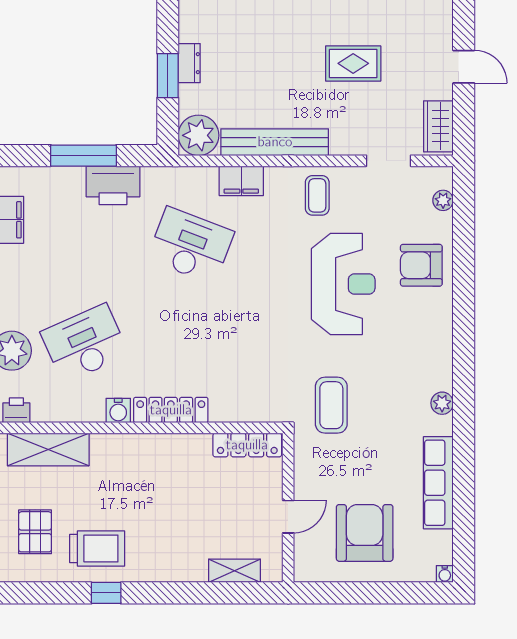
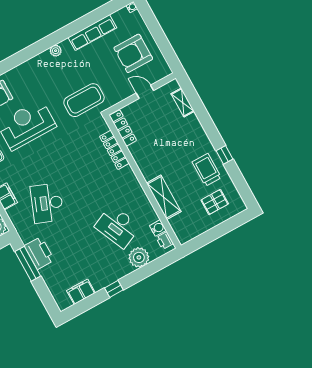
window: (84, 156) -> (28, 264), moved
coffee table: (331, 405) -> (84, 100), width x1.36, depth x1.32
locker: (171, 410) -> (114, 150), moved
water cooler: (118, 411) -> (158, 228), moved
shelving: (48, 449) -> (164, 197), moved

